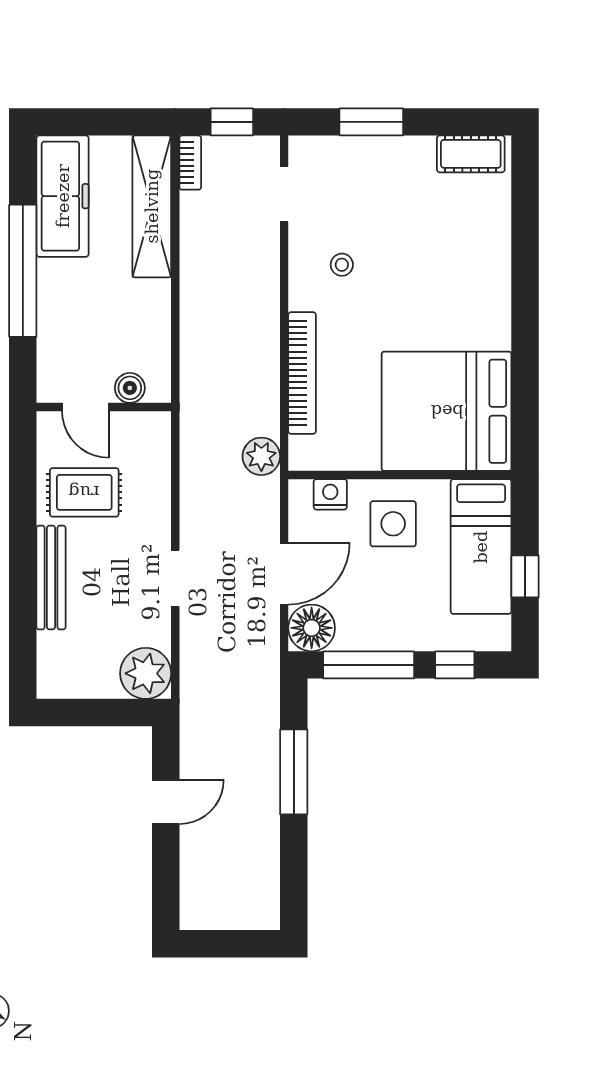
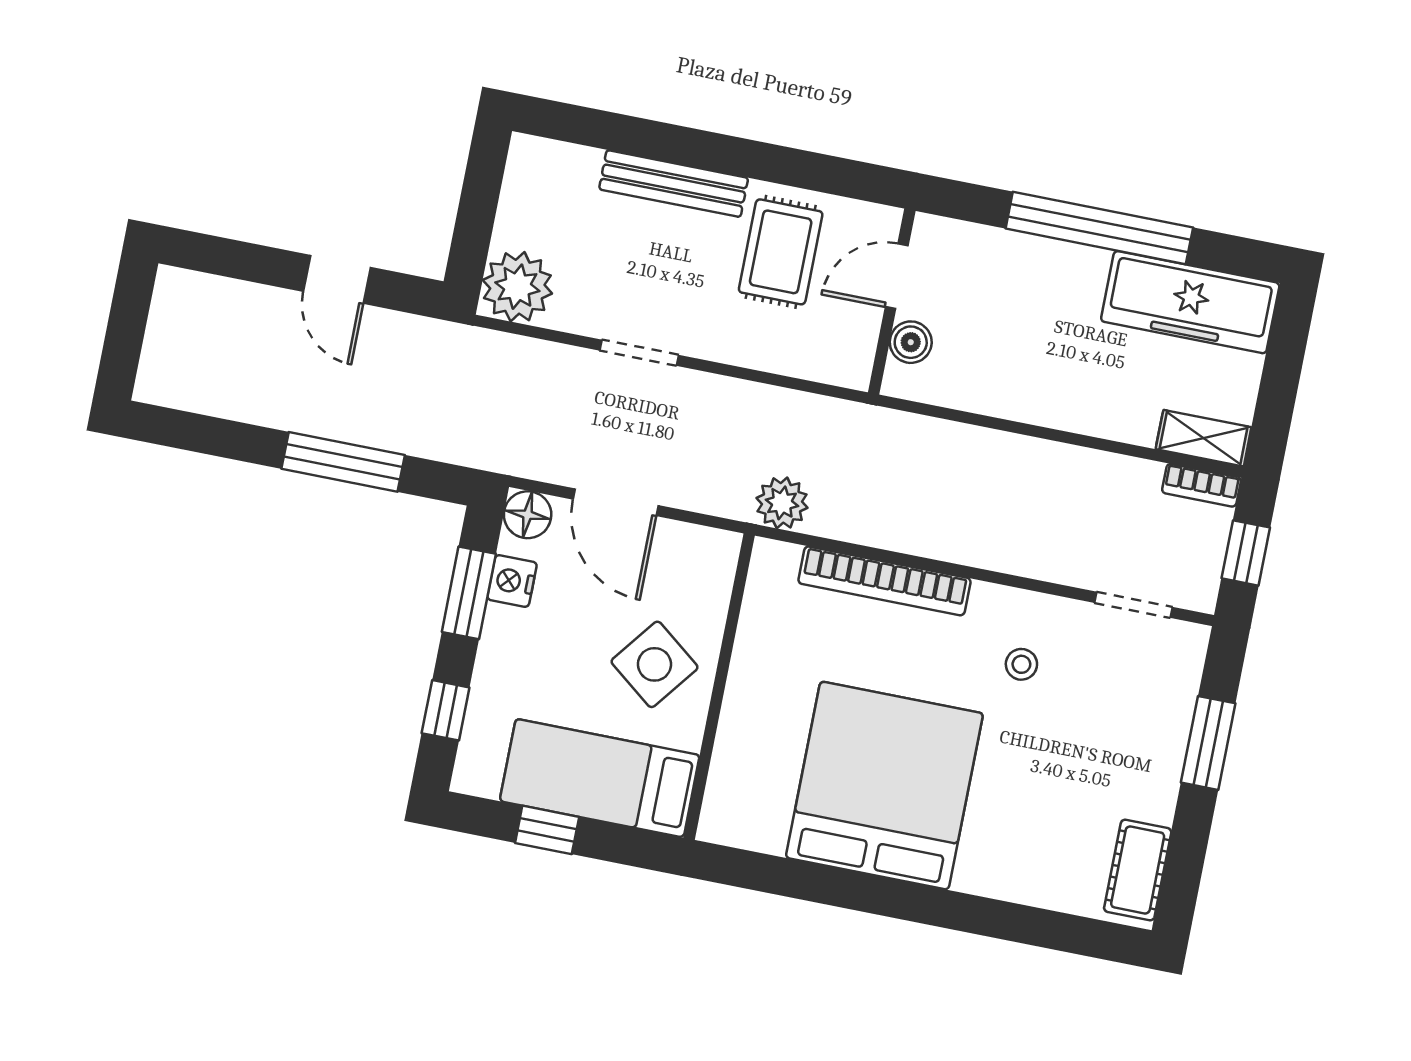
shelving: (152, 206) -> (1204, 438), width x0.45, depth x0.75
bed: (447, 411) -> (884, 786), moved
nightstand: (330, 494) -> (512, 581), moved, turned 180
side table: (393, 524) -> (654, 664), turned 38
floor lamp: (312, 628) -> (528, 515), width x0.73, depth x0.73
window: (369, 665) -> (469, 593), width x0.69

